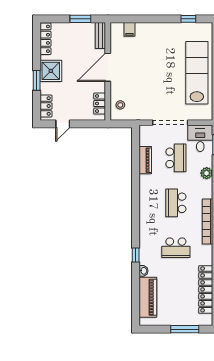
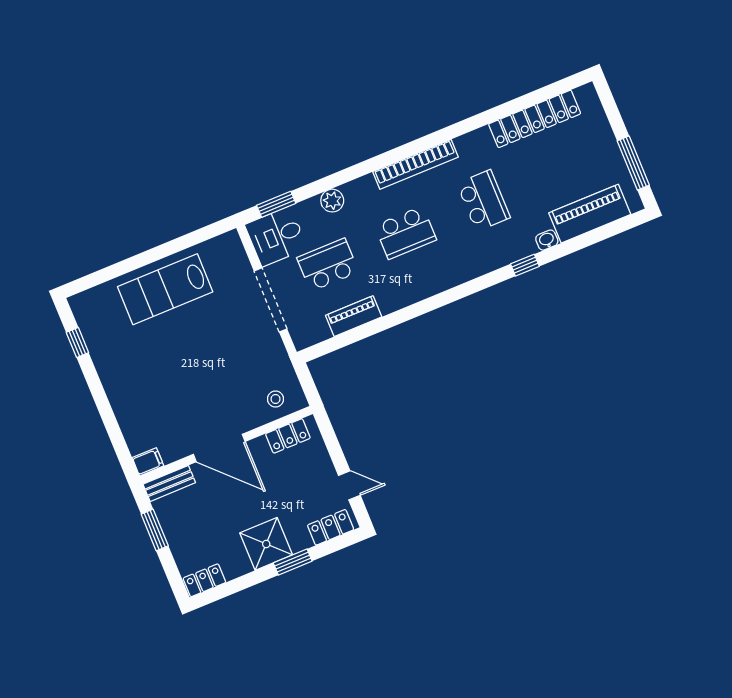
filing cabinet: (129, 29) -> (148, 462), moved
locker: (45, 39) -> (204, 580), width x0.66
lab bench: (197, 73) -> (165, 289), width x0.73
window: (185, 329) -> (633, 163), moved

